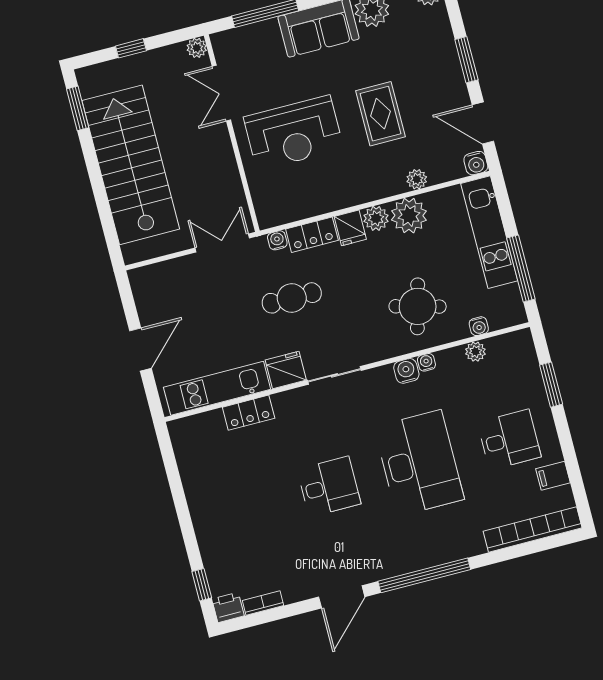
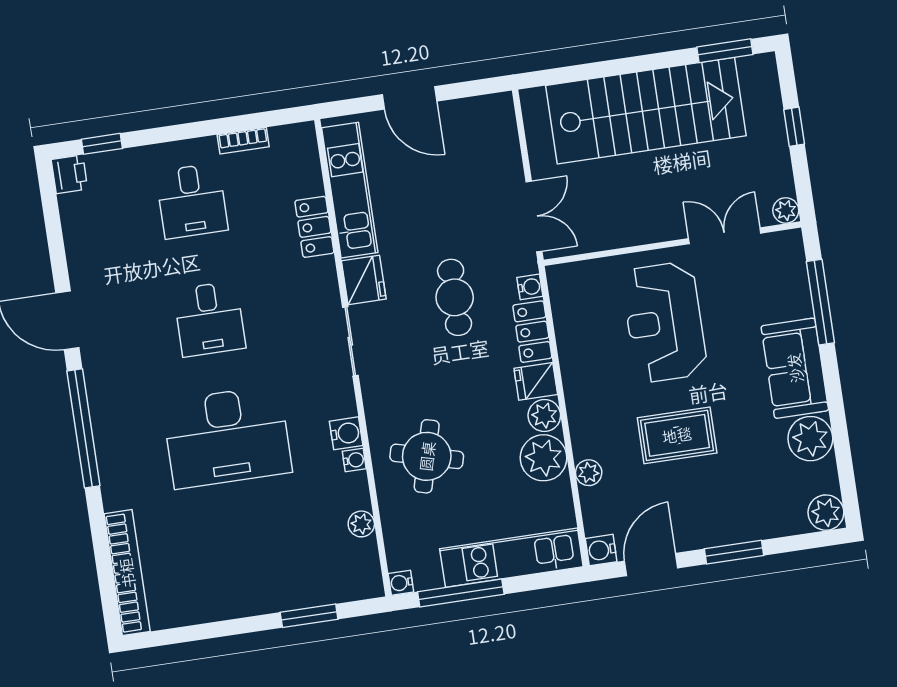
water cooler: (479, 326) -> (401, 583), moved
desk: (509, 440) -> (192, 201), moved
filing cabinet: (553, 476) -> (193, 606), removed
bookcase: (263, 603) -> (243, 141), moved, turned 90

